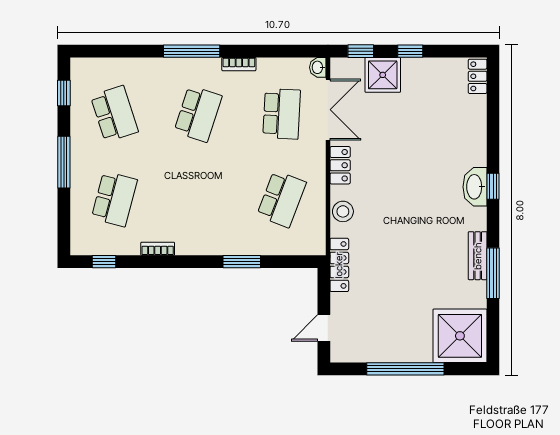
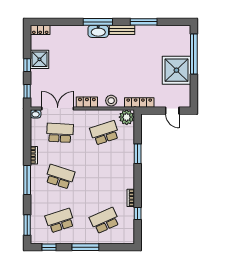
window: (106, 51) -> (27, 225), added
shower: (383, 75) -> (40, 59), moved
window: (493, 186) -> (98, 22), width x2.17
school desk: (114, 199) -> (105, 221), turned -39
school desk: (282, 199) -> (105, 133), turned -39
plant: (311, 241) -> (127, 117), added
bench: (478, 256) -> (122, 30), moved
window: (104, 262) -> (138, 213), moved
shower: (460, 336) -> (176, 70), moved
window: (405, 369) -> (194, 54), moved

